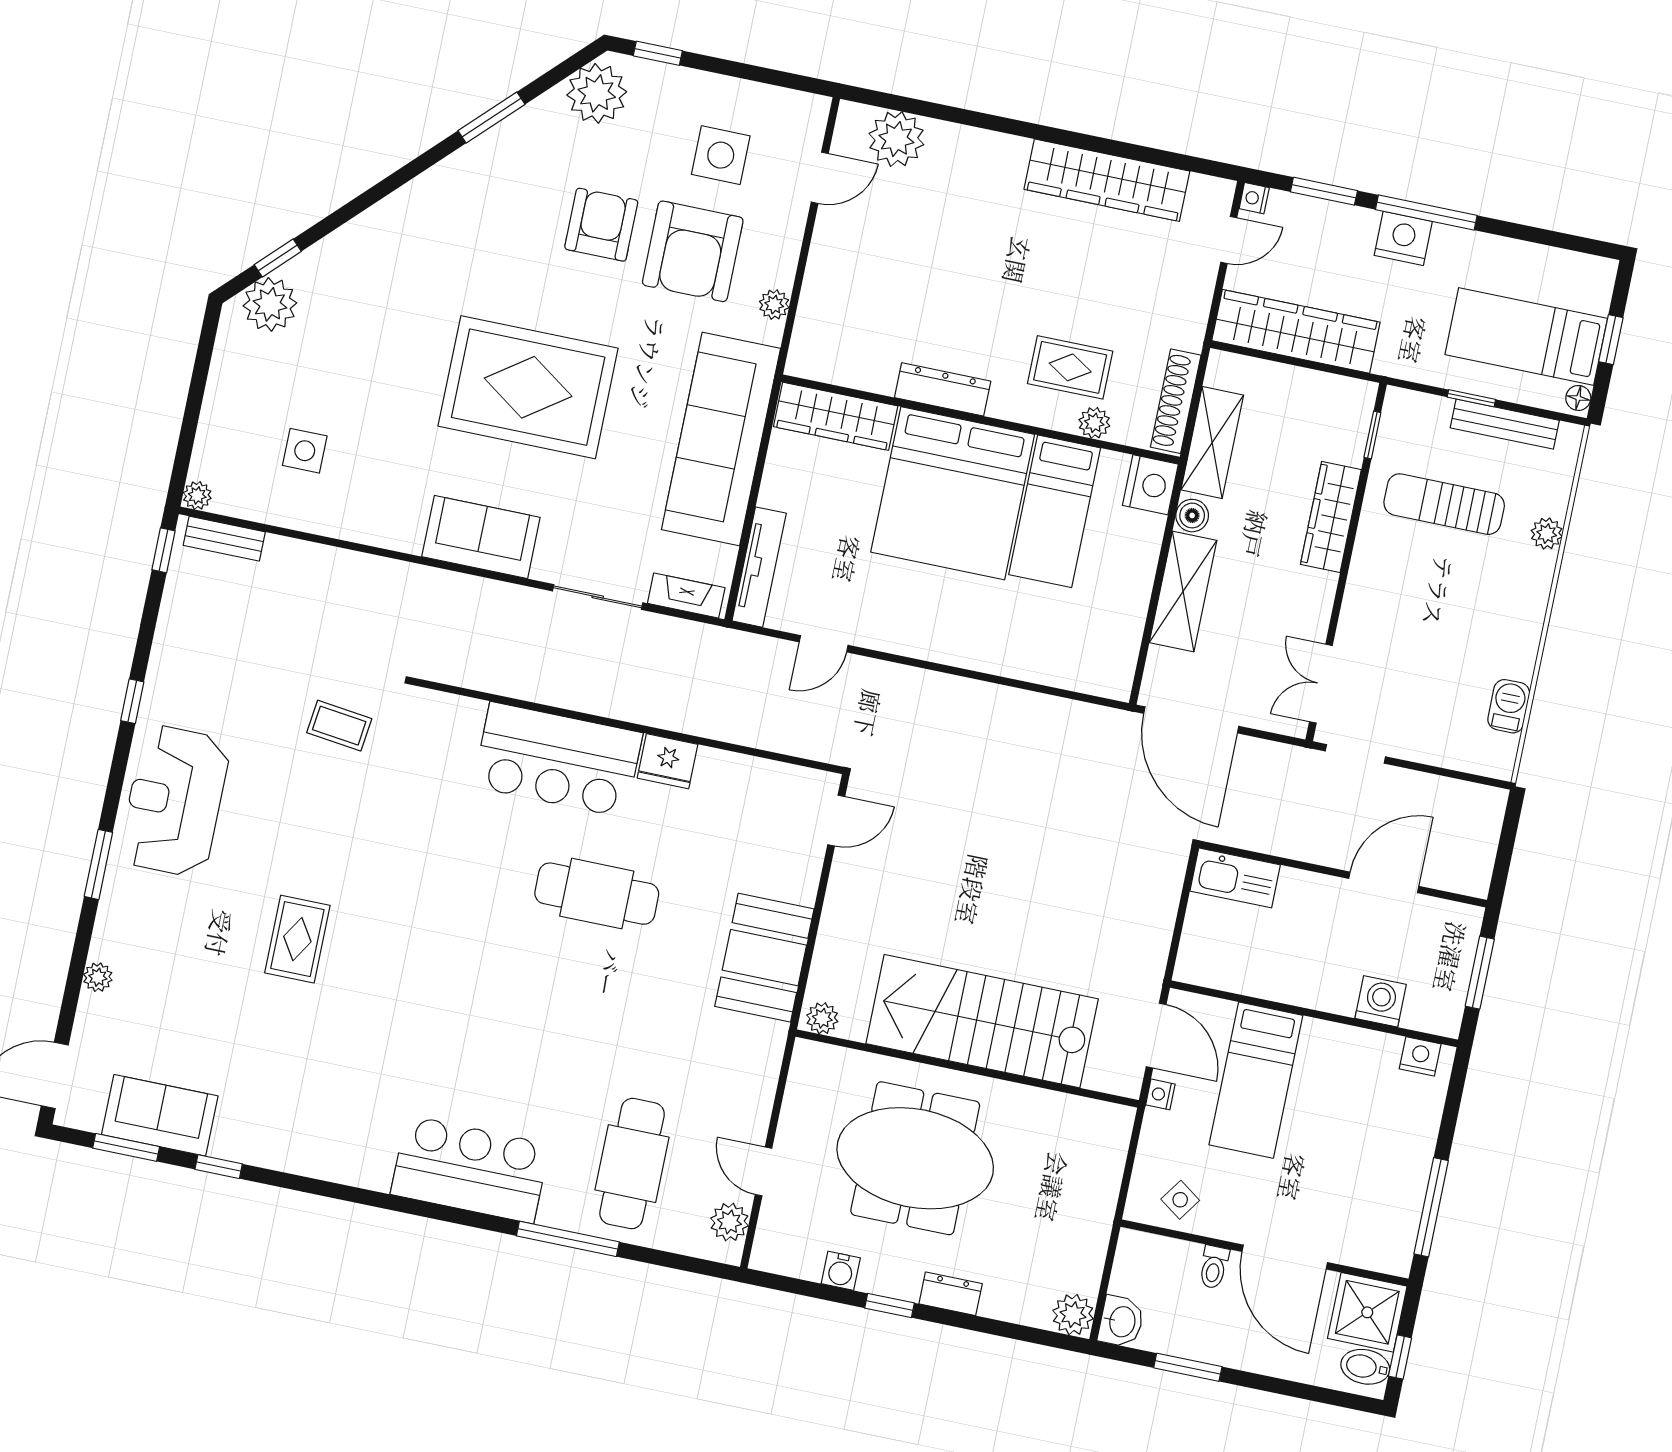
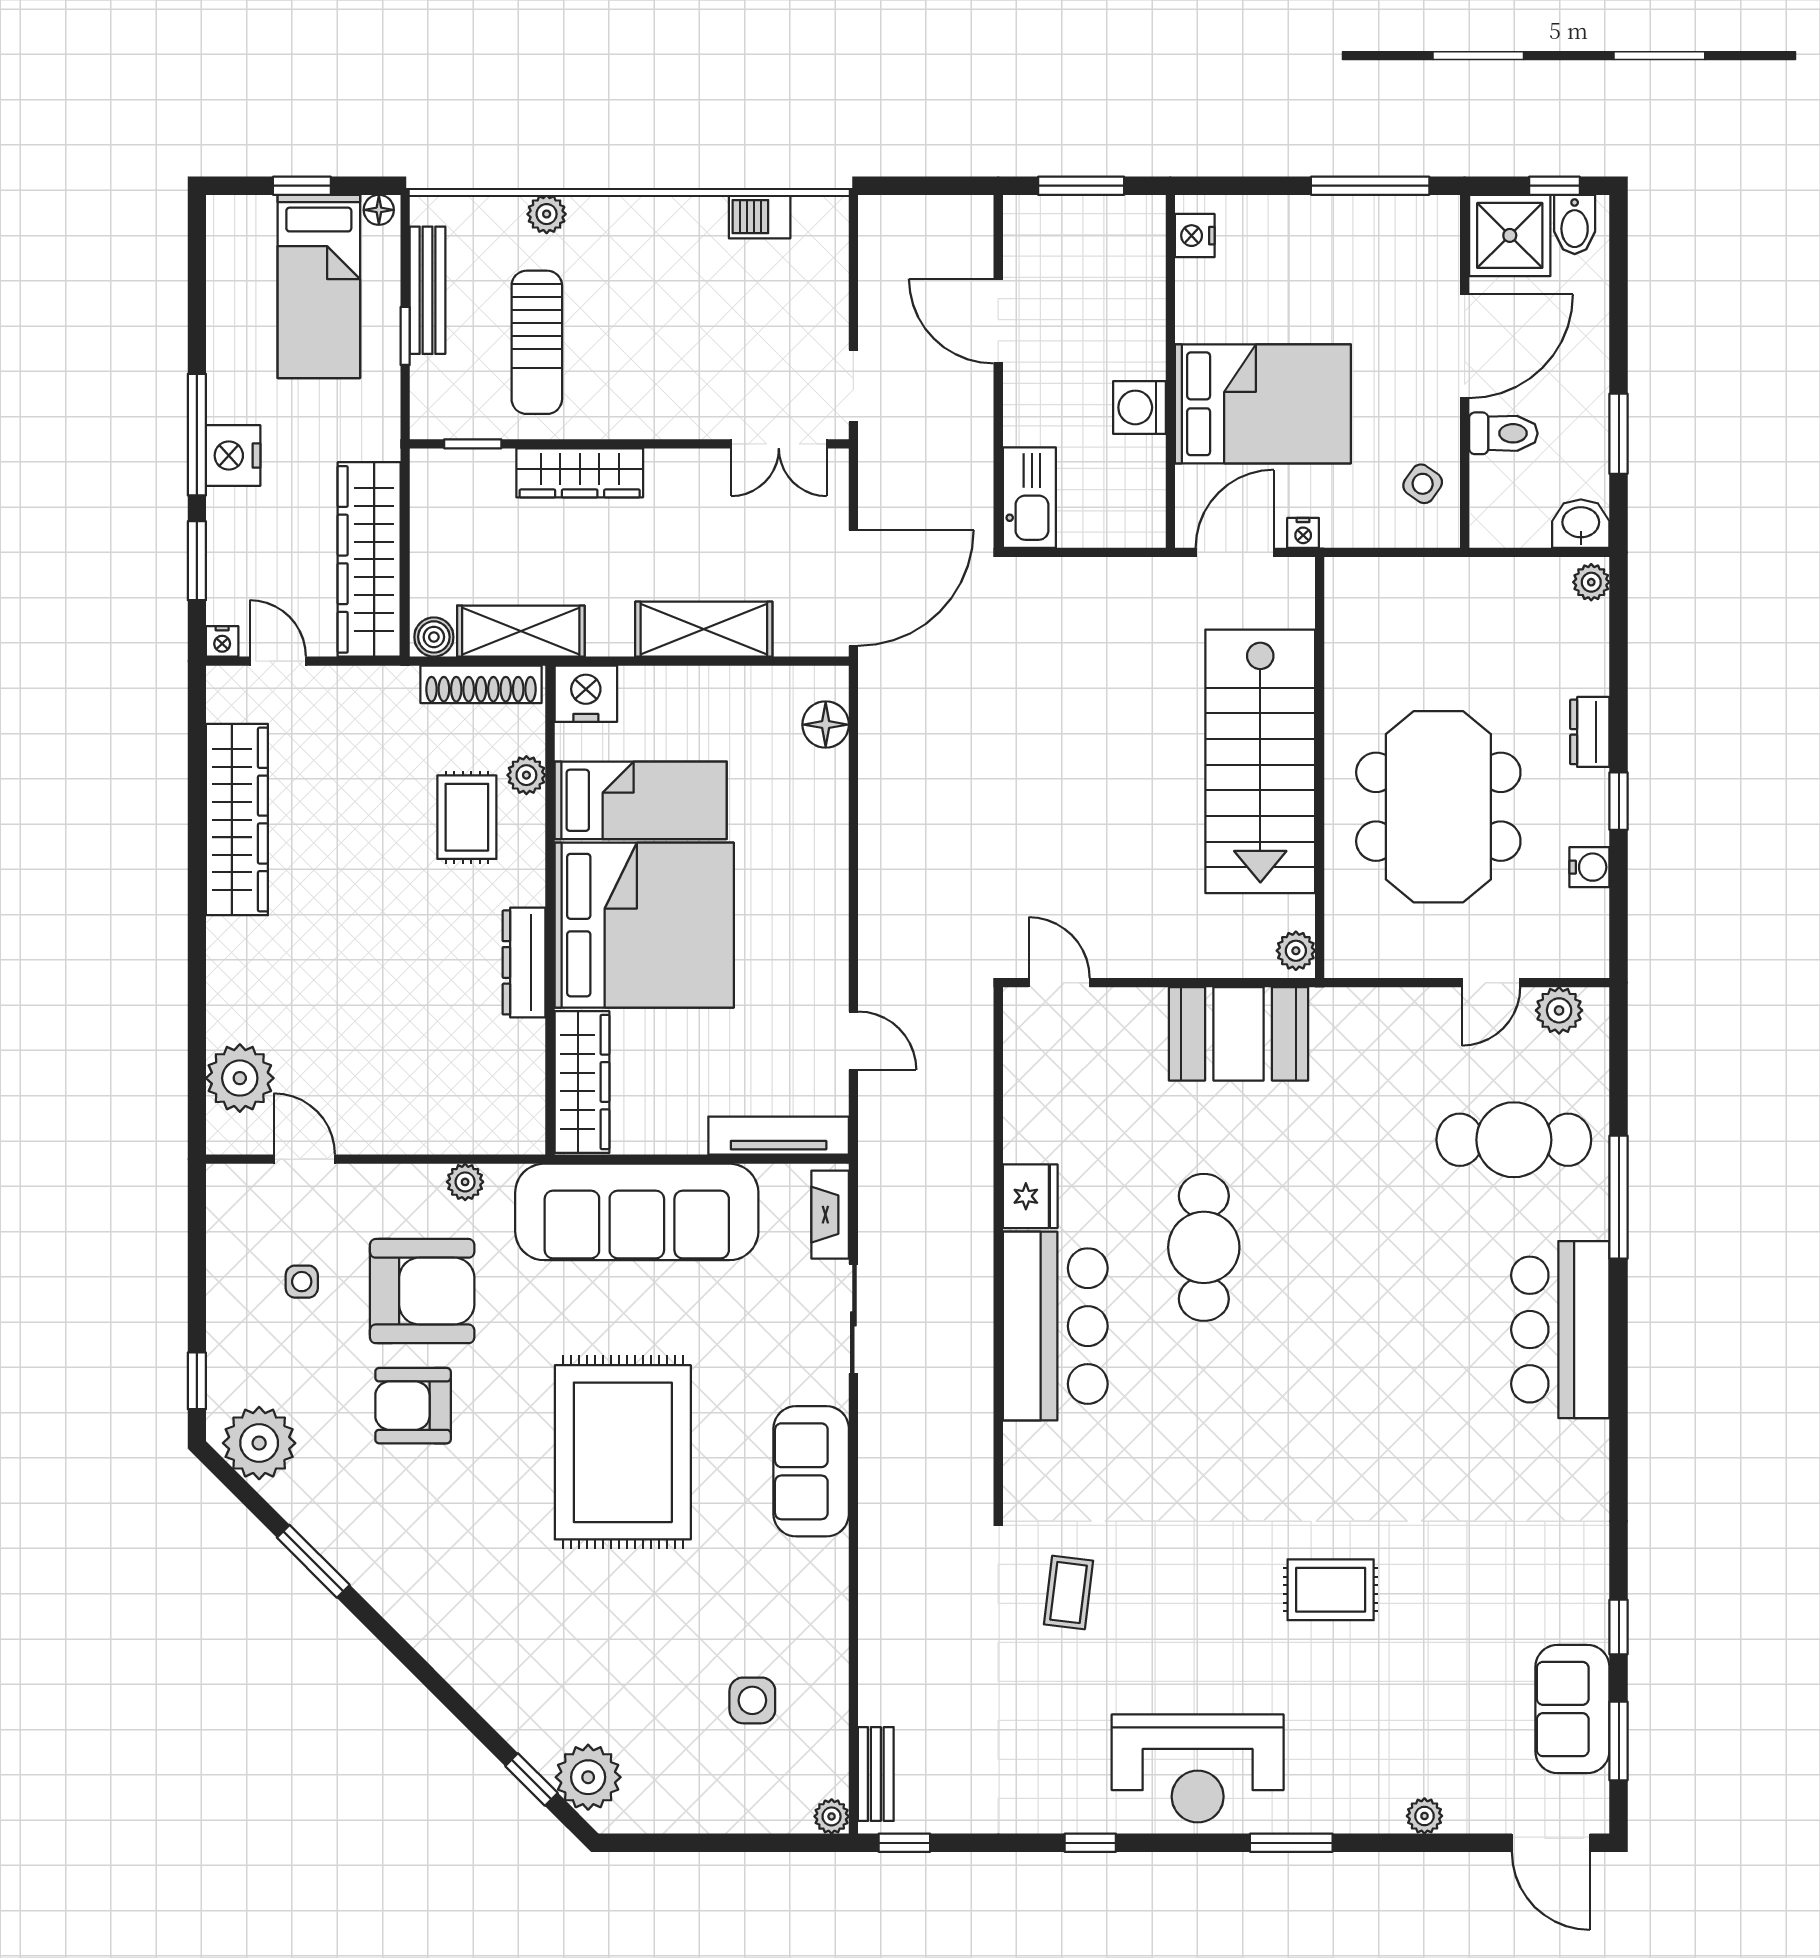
side table: (721, 155) -> (302, 1282), width x0.54, depth x0.54
boiler: (1192, 516) -> (434, 637), moved
floor lamp: (1085, 674) -> (826, 725), added
washing machine: (1381, 1001) -> (1139, 407), moved
bed: (1256, 1080) -> (1263, 404), width x1.50
toilet: (1214, 1267) -> (1503, 433), width x1.37, depth x1.39
plant: (1073, 1315) -> (1591, 582), width x0.73, depth x0.73

